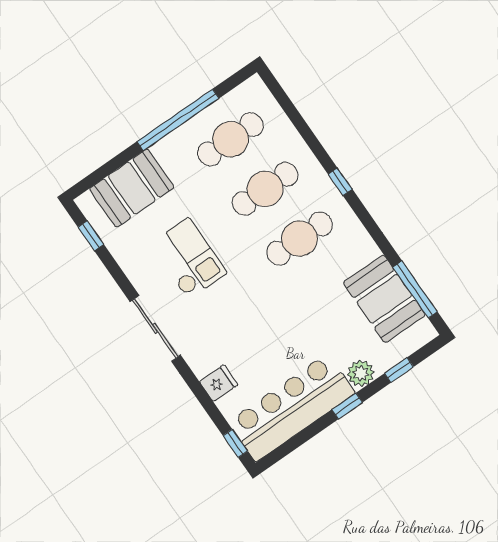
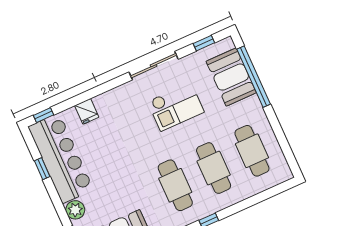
window: (178, 120) -> (254, 77), moved
sliding door: (155, 328) -> (154, 66), moved
window: (347, 406) -> (42, 169), moved

